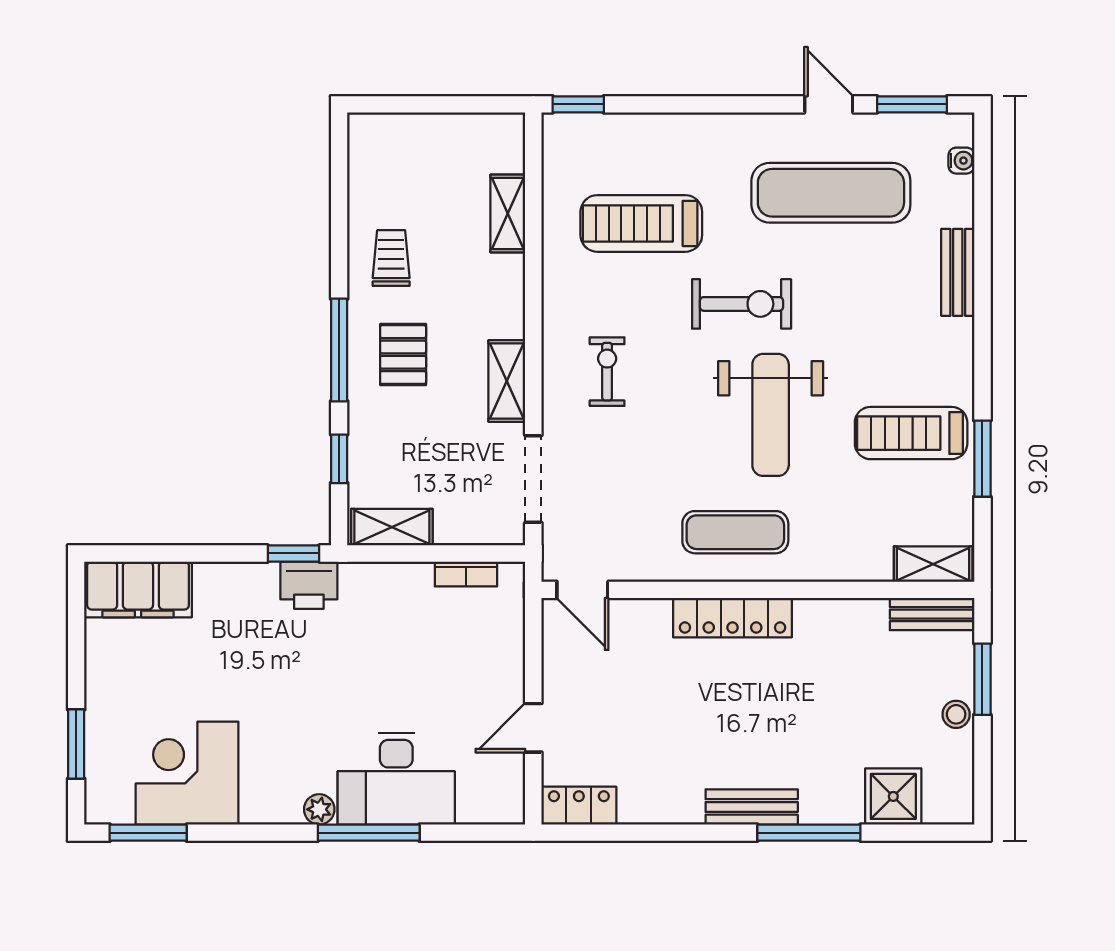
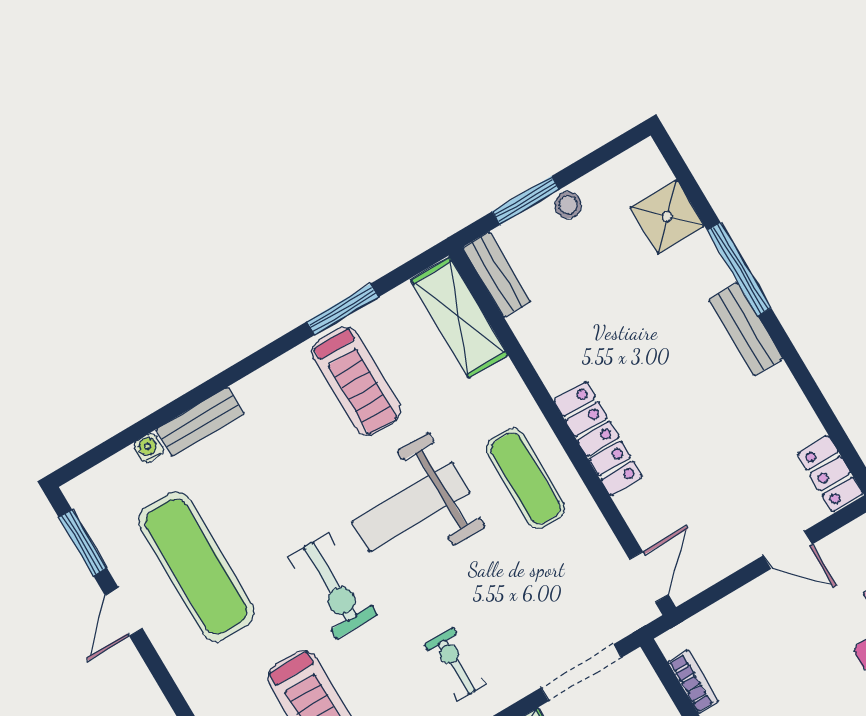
water cooler: (961, 161) -> (149, 448), moved
exercise bike: (742, 304) -> (333, 586), turned 180
exercise bike: (607, 372) -> (455, 664), turned 90
weight bench: (771, 415) -> (411, 507), turned 180
shelving: (933, 564) -> (459, 317), width x1.50, depth x1.33

